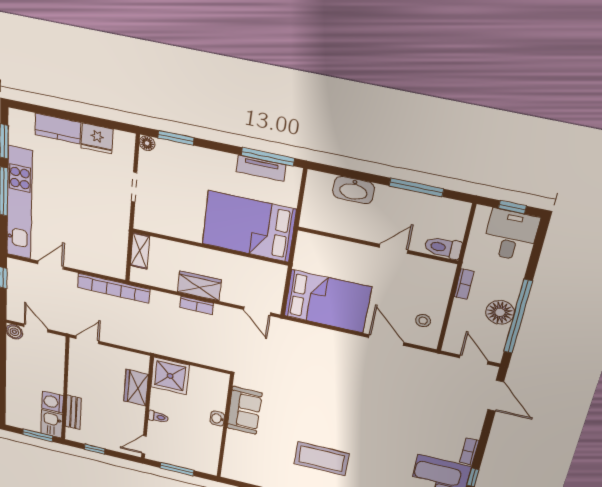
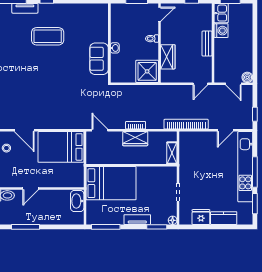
tv unit: (261, 168) -> (137, 220), moved
washbasin: (354, 190) -> (77, 201), moved, turned -90
bench: (73, 412) -> (207, 44), moved

